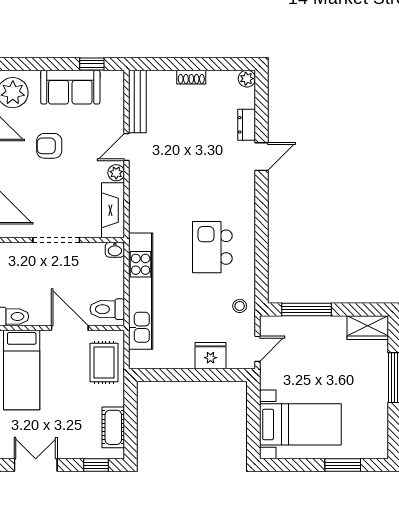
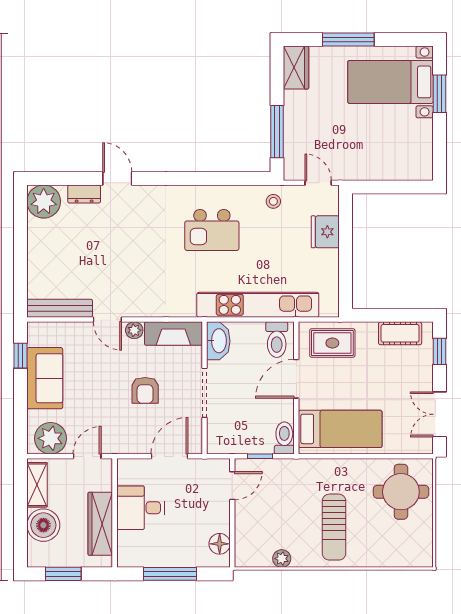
shoe rack: (191, 77) -> (34, 252), removed
plant: (247, 79) -> (44, 202), width x1.87, depth x1.87
armchair: (49, 146) -> (145, 390), moved
washbasin: (115, 250) -> (218, 341), width x1.91, depth x1.45
bed with nightstands: (300, 424) -> (390, 82), moved, turned -90

